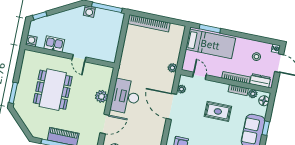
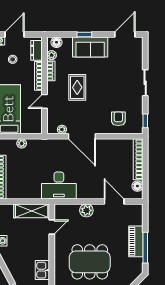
shelving: (112, 45) -> (32, 211), added
door: (79, 58) -> (52, 227), moved
plant: (172, 68) -> (22, 143), moved
door: (199, 76) -> (45, 101), moved
desk: (126, 96) -> (59, 185), moved
door: (171, 106) -> (82, 136), hinge flipped

